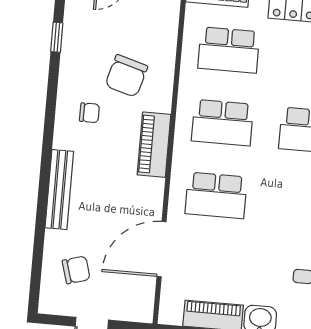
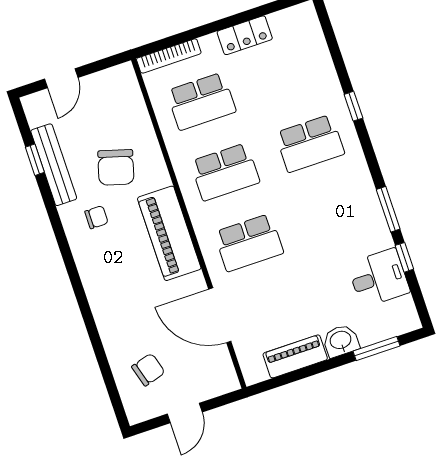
piano: (154, 145) -> (169, 233), width x1.37, depth x1.33
bench: (59, 190) -> (54, 165), moved
door: (162, 249) -> (220, 315), hinge flipped

